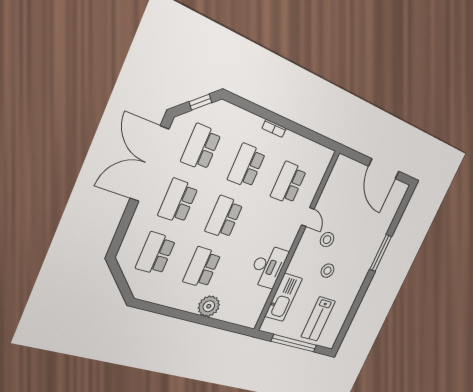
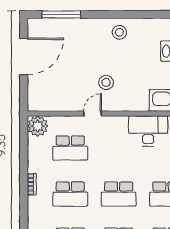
plant: (322, 158) -> (38, 126), added
window: (381, 253) -> (61, 14), moved
stool: (327, 271) -> (119, 32), moved

